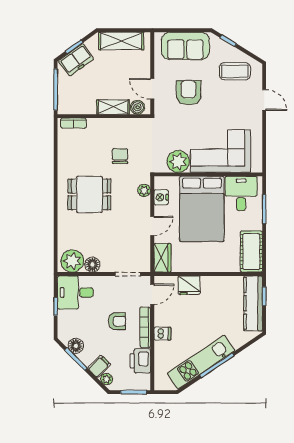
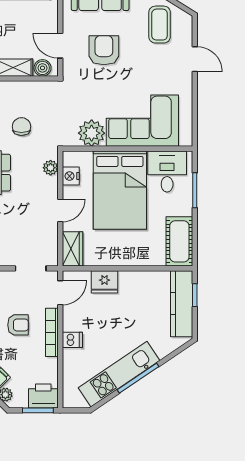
coffee table: (235, 71) -> (160, 25), turned 90
printer: (140, 361) -> (43, 396), moved, turned 90

